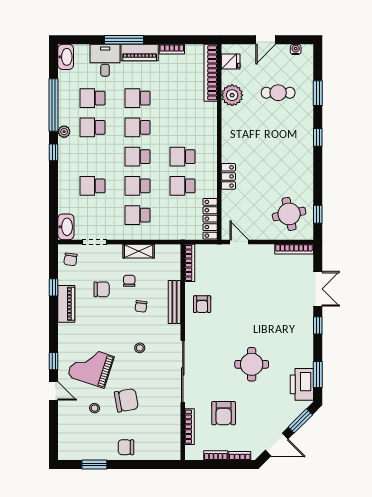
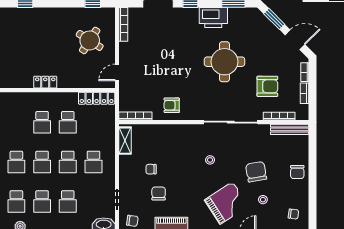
school desk: (92, 157) -> (42, 201), added
locker: (228, 176) -> (45, 82), moved
round table: (289, 214) -> (90, 40), moved, turned 45
shelving: (139, 251) -> (125, 141), moved
bench: (175, 302) -> (290, 129), moved
armchair: (202, 304) -> (172, 105), turned 180
chair: (141, 306) -> (293, 214), moved
round table: (252, 364) -> (224, 62), width x1.36, depth x1.36
grand piano: (91, 367) -> (226, 203), turned -141
printer: (302, 384) -> (213, 18), moved
door: (277, 445) -> (295, 40), hinge flipped
window: (94, 465) -> (312, 200), removed

